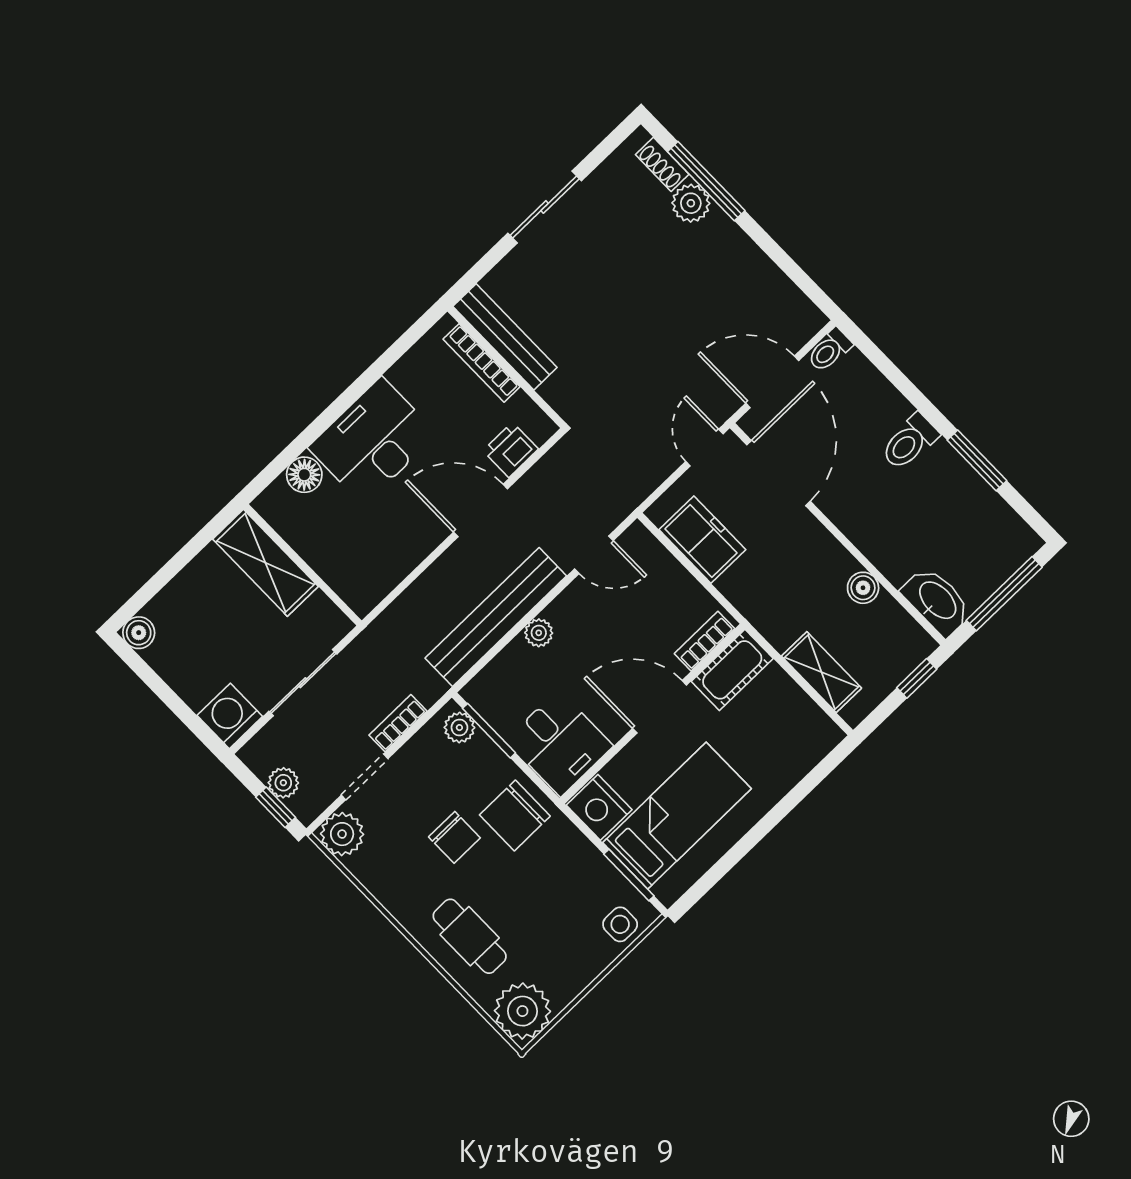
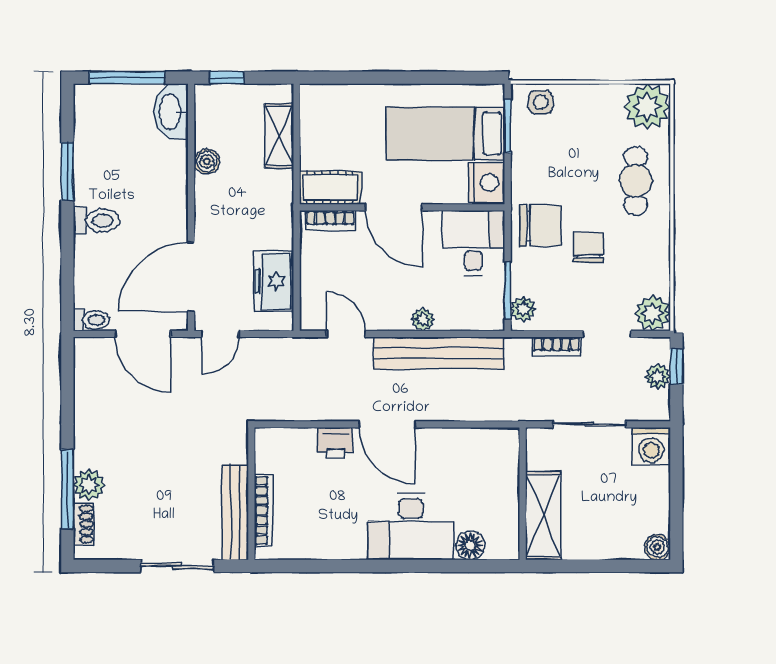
bench: (505, 337) -> (235, 512), moved
bookcase: (482, 363) -> (264, 510), moved
wall: (507, 367) -> (251, 494), moved

